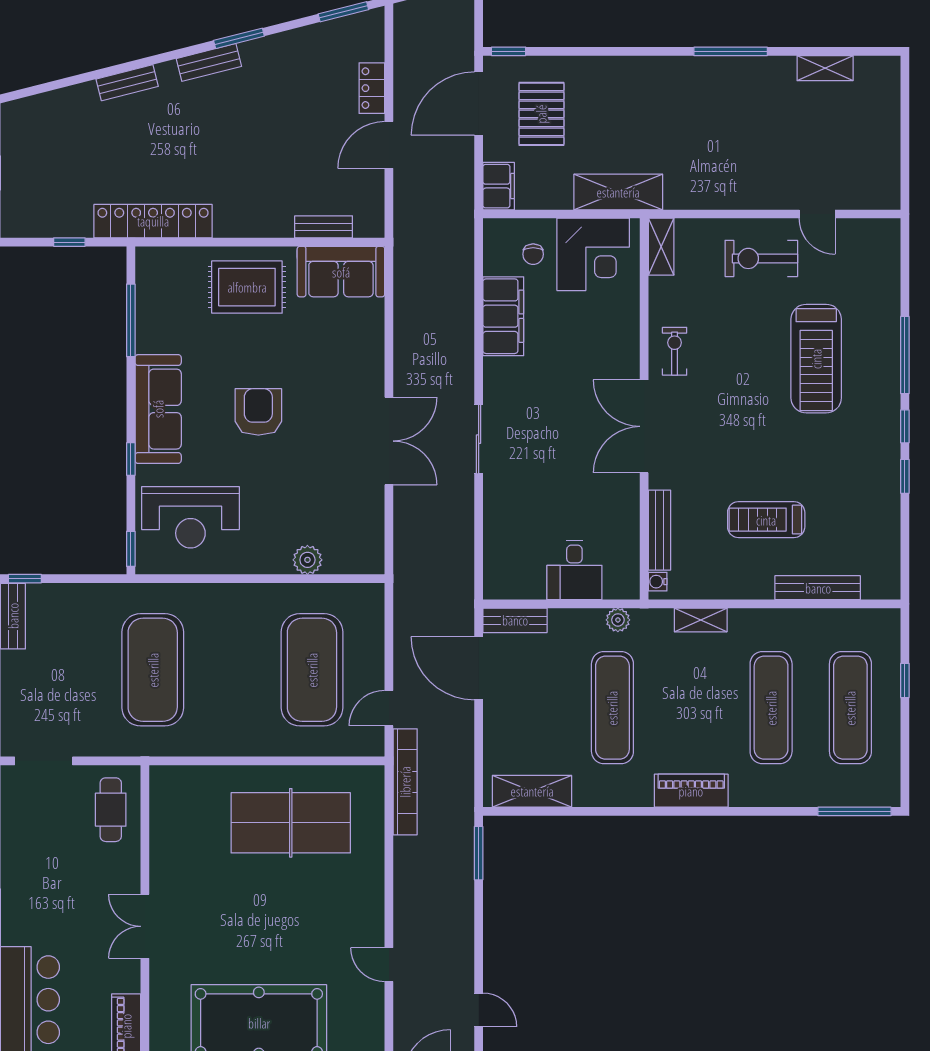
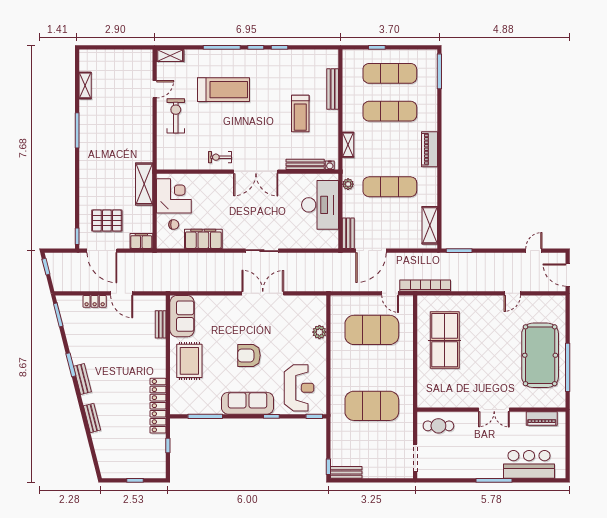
shelving: (661, 247) -> (170, 55), moved
exercise bike: (761, 258) -> (176, 116), turned 180
desk: (574, 570) -> (320, 205), width x1.87, depth x1.30

